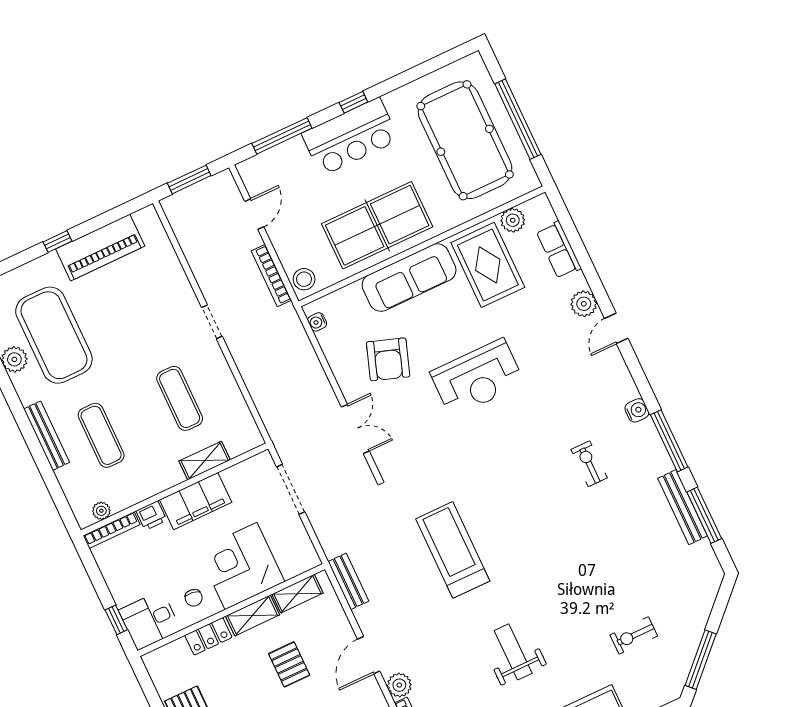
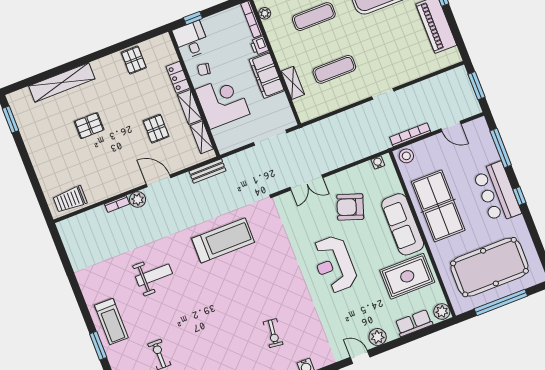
plant: (513, 220) -> (442, 312), moved
exercise bike: (589, 464) -> (273, 333), turned 97
pallet: (289, 664) -> (156, 129), turned 90

